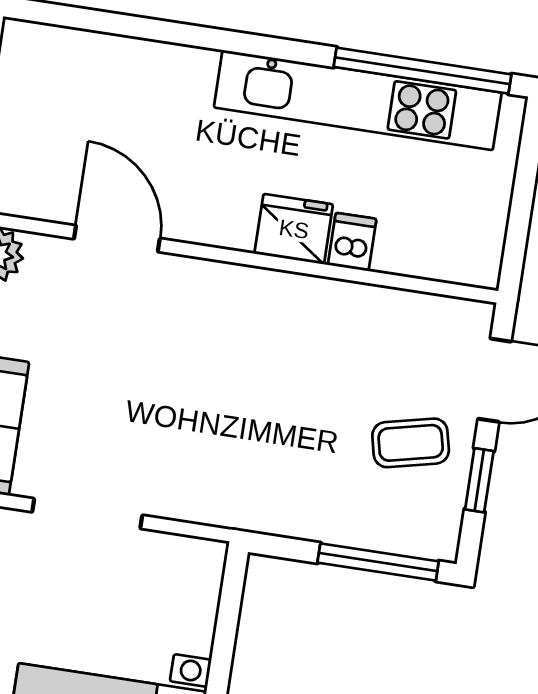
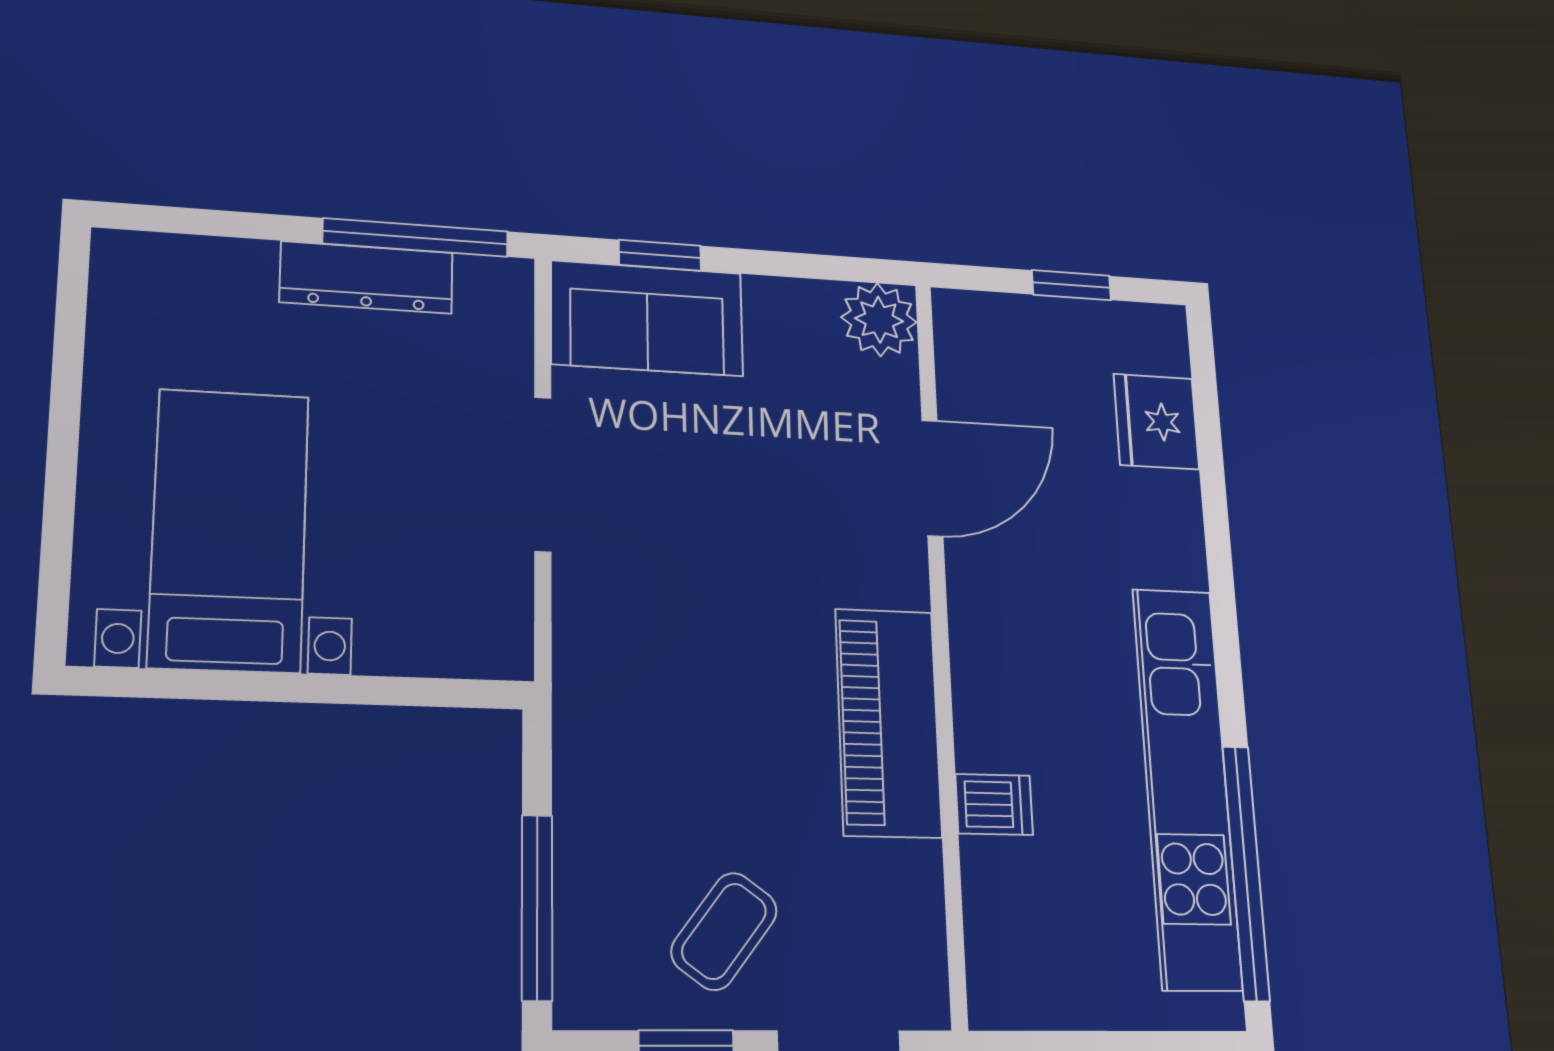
fridge: (294, 229) -> (1156, 422), moved, turned 180
piano: (287, 305) -> (888, 722), added
coffee table: (411, 443) -> (724, 931), turned 50

